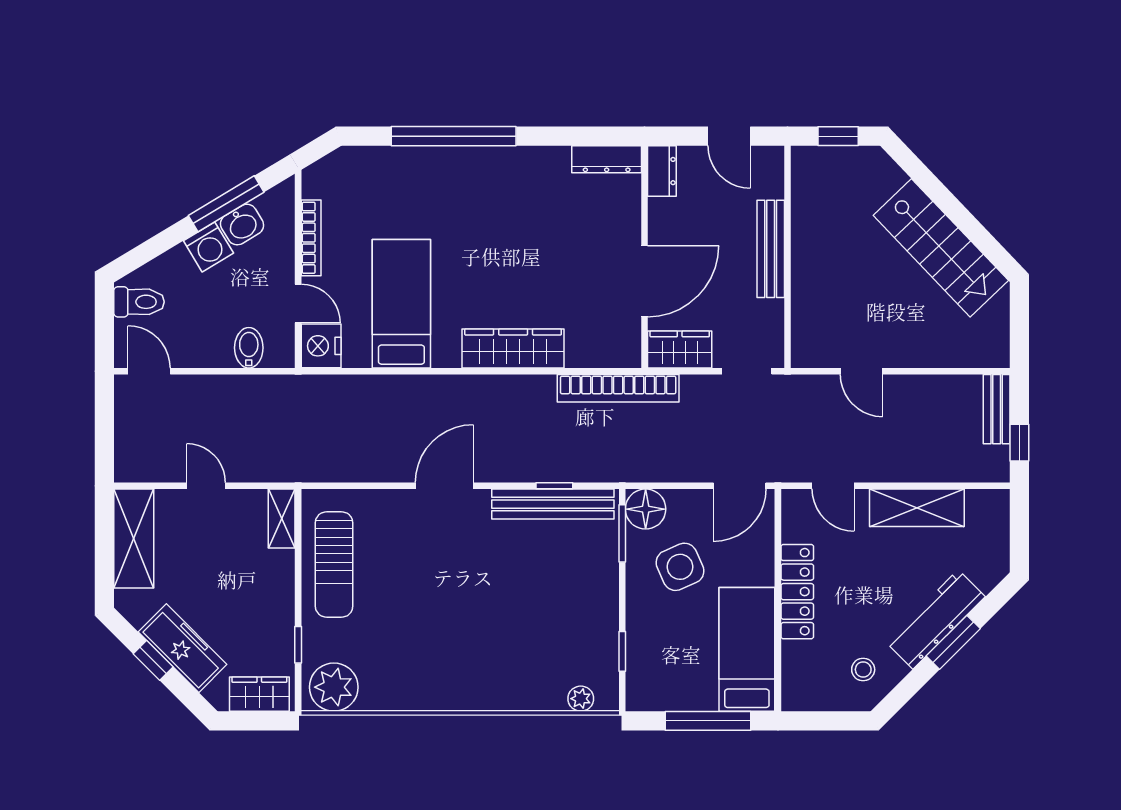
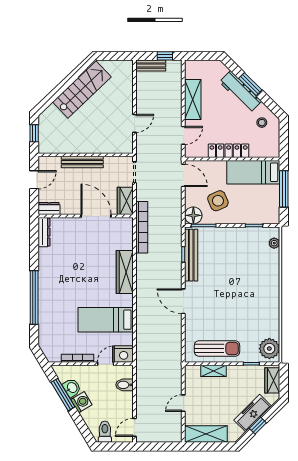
shelving: (282, 519) -> (213, 371), moved

